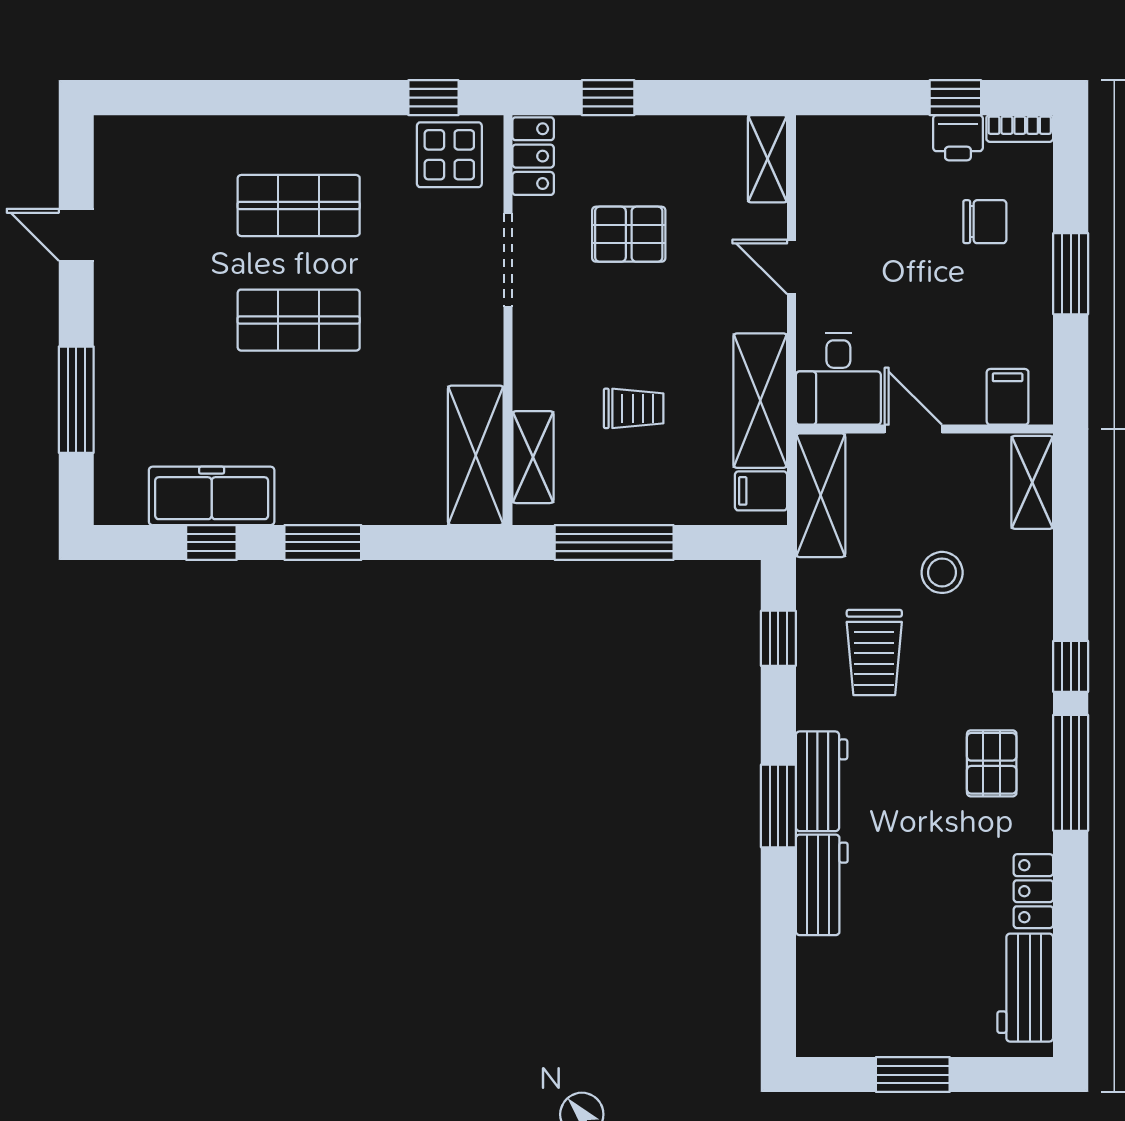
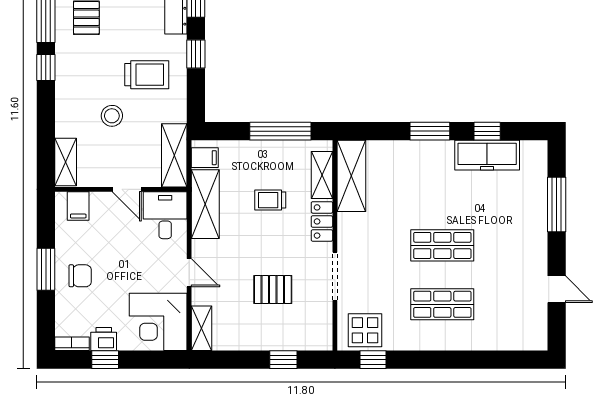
locker: (533, 156) -> (322, 221), moved
corner desk: (852, 171) -> (158, 322), added
chair: (985, 222) -> (80, 276), moved, turned 180
window: (778, 638) -> (196, 54), moved
trolley: (874, 652) -> (147, 75), turned 90

